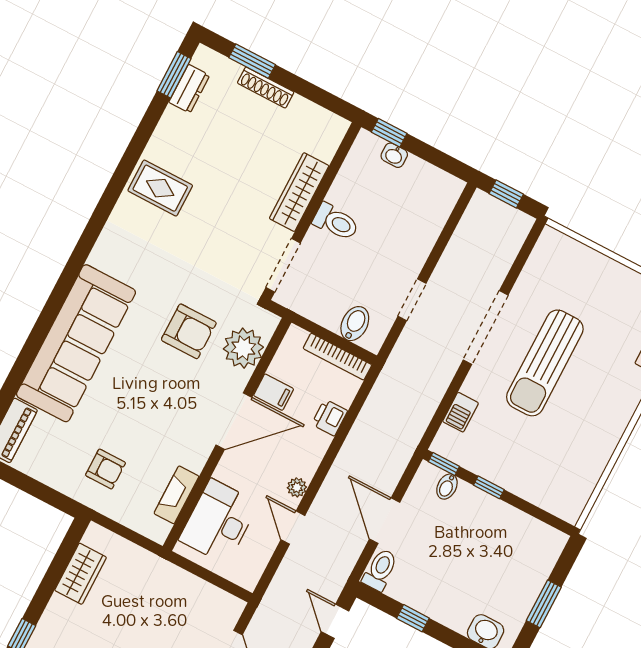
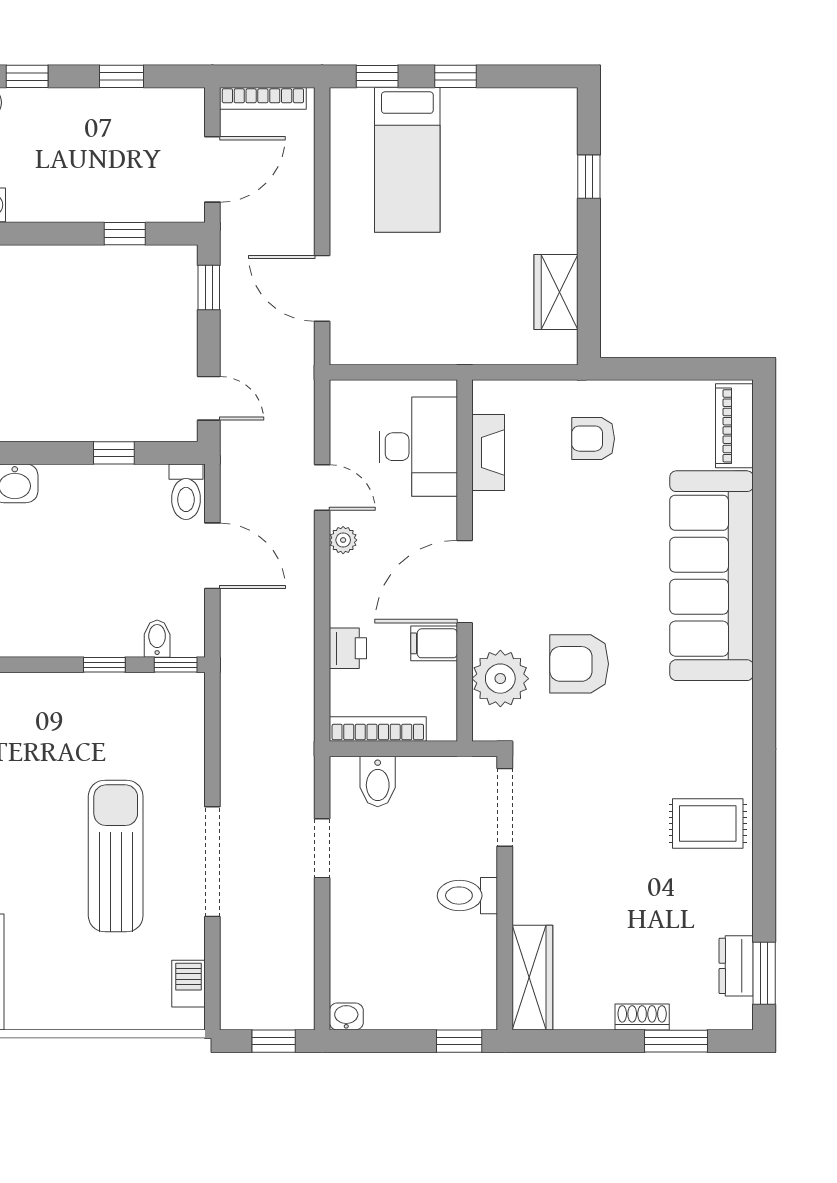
shoe rack: (266, 87) -> (642, 1017), width x0.70
washbasin: (394, 155) -> (346, 1016), moved
wardrobe: (299, 192) -> (532, 978), moved
barbecue: (461, 412) -> (188, 984), moved

